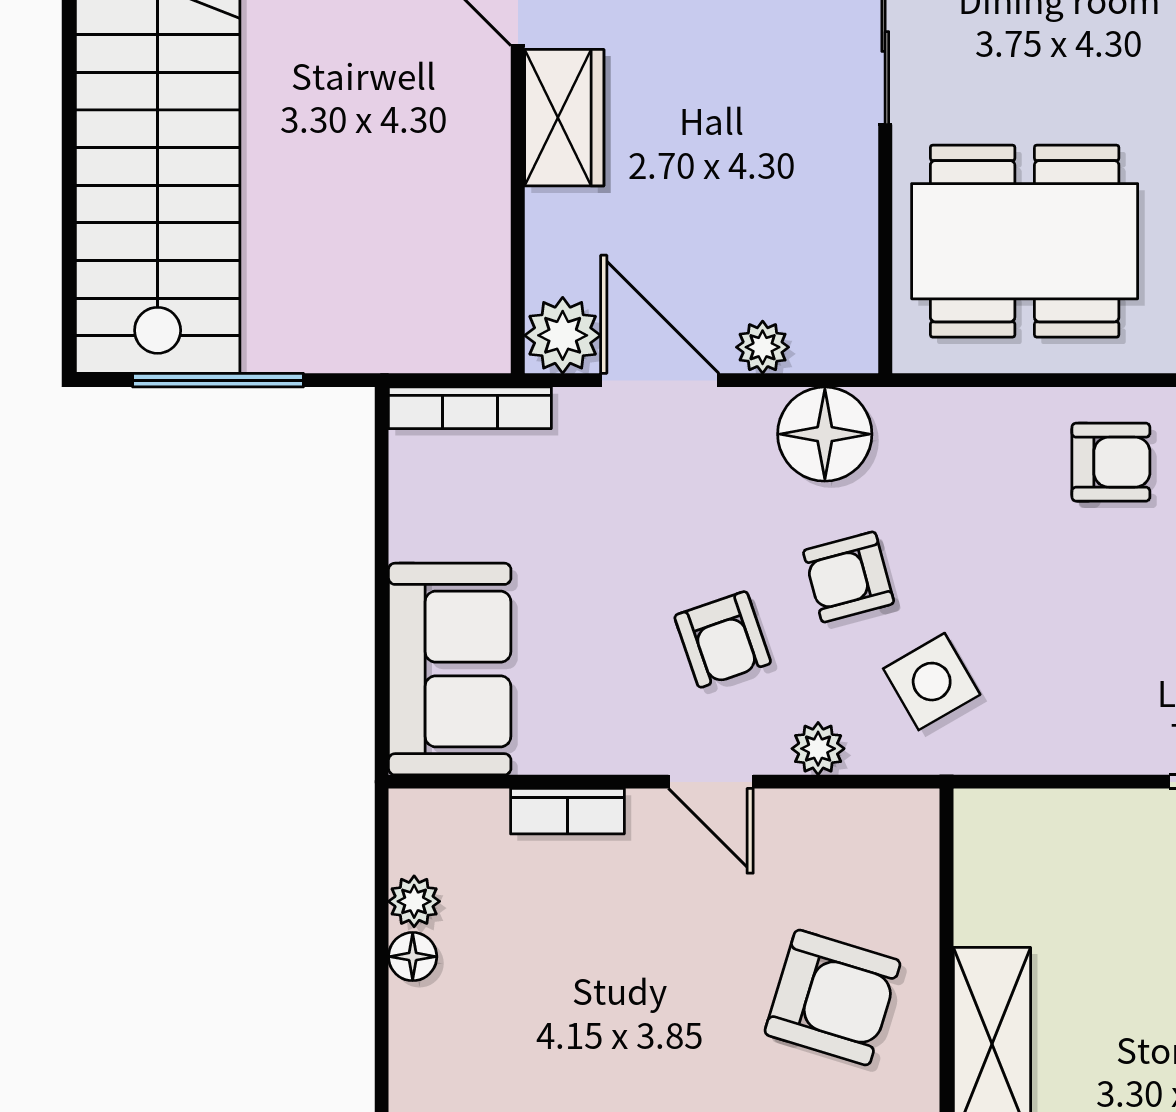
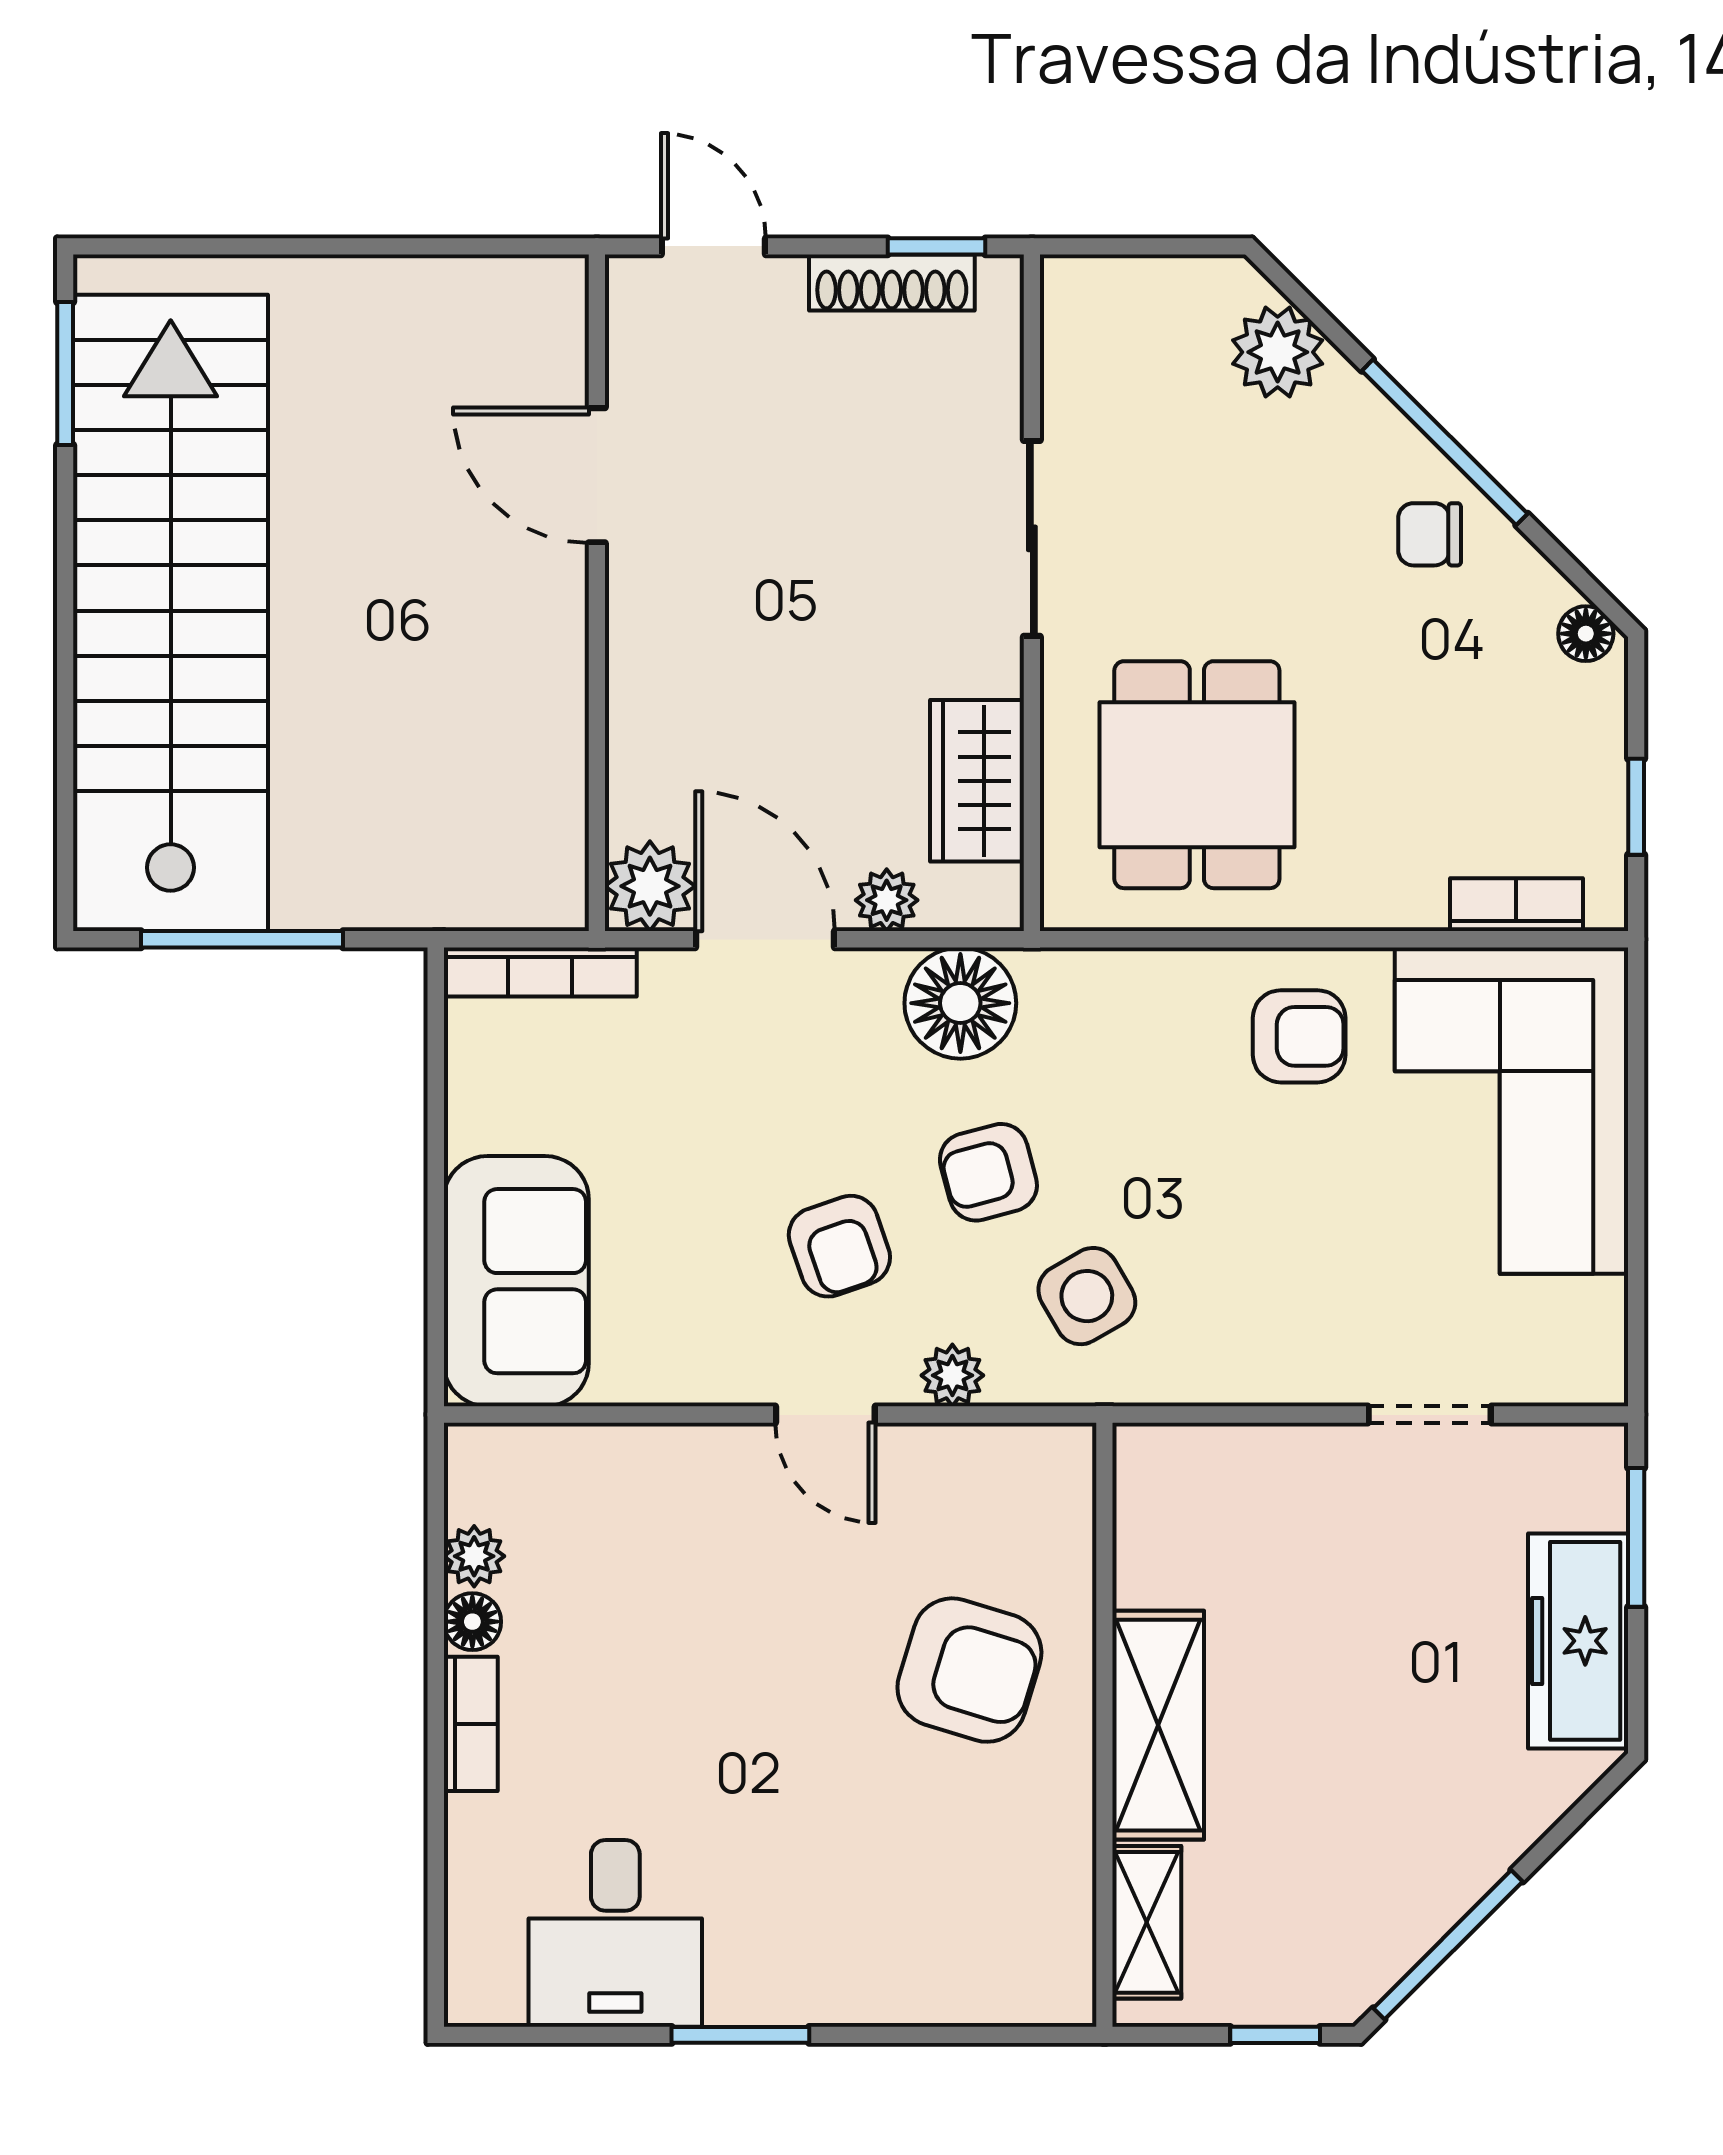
wardrobe: (564, 118) -> (977, 781), moved, turned 180
dining table: (1025, 241) -> (1197, 775), width x0.73
bookcase: (567, 811) -> (471, 1724), moved, turned -90

